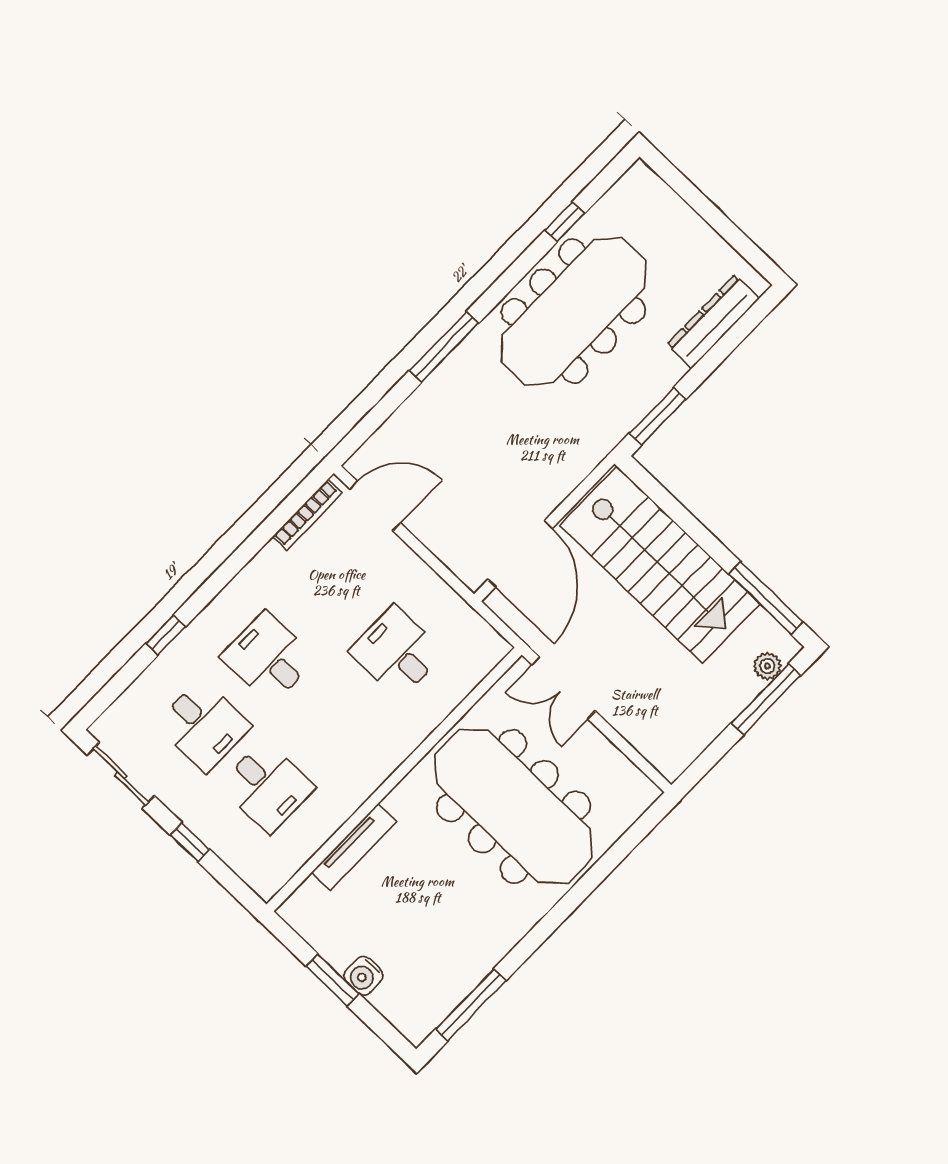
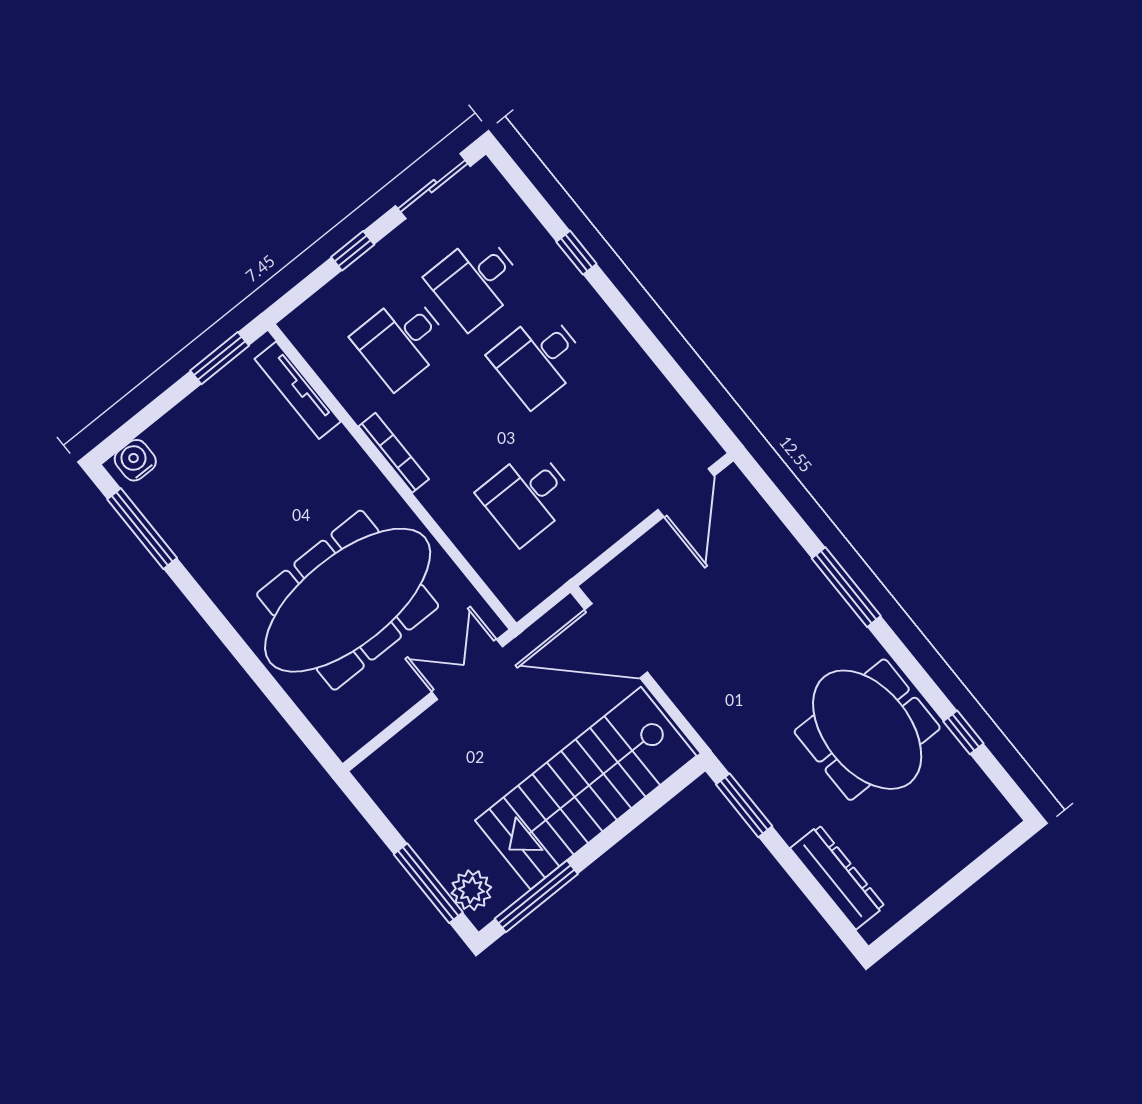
meeting table: (573, 311) -> (867, 730), width x0.73
bookcase: (307, 515) -> (394, 453), moved, turned 180
desk: (397, 652) -> (527, 496), turned 180
desk: (268, 658) -> (538, 359), turned 180
plant: (767, 666) -> (471, 890), width x1.38, depth x1.38
tv unit: (354, 847) -> (298, 390), moved
water cooler: (364, 976) -> (135, 460), moved
window: (333, 980) -> (220, 358), moved

